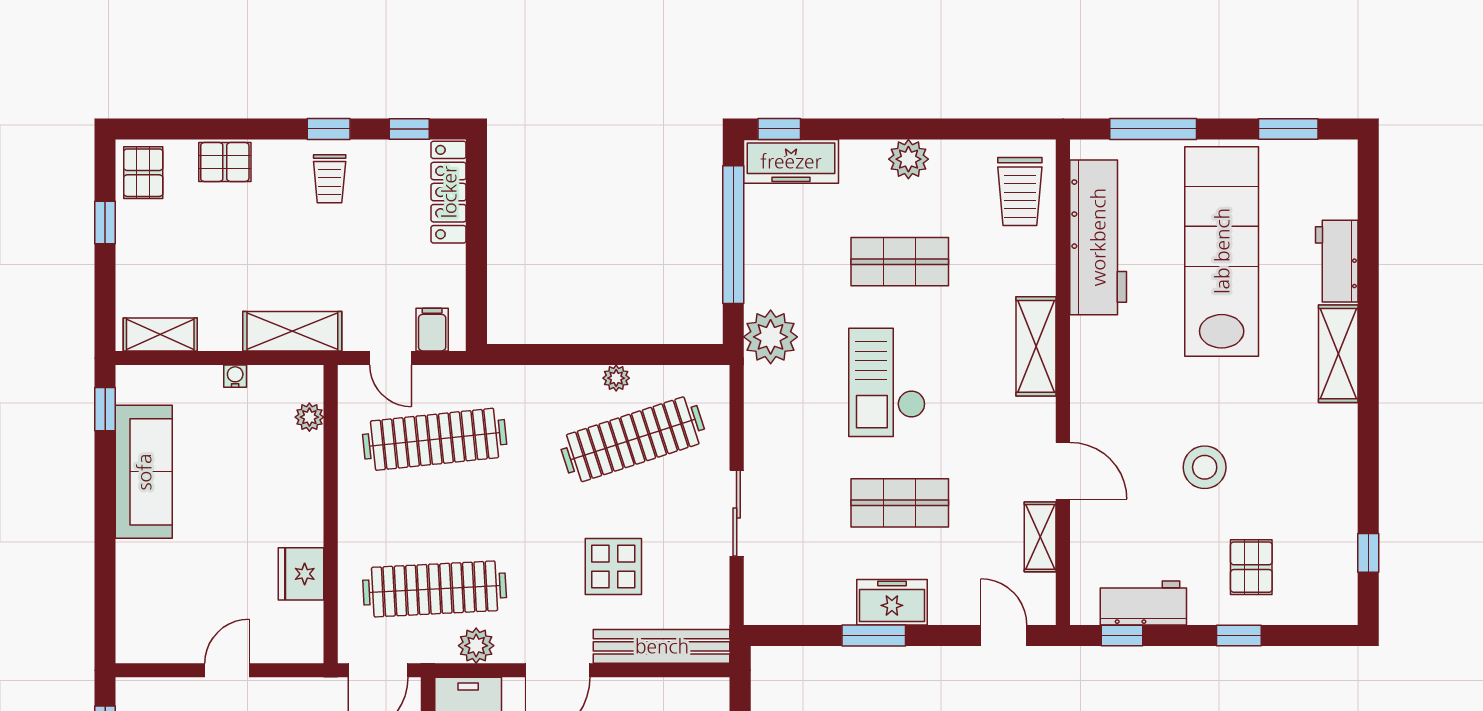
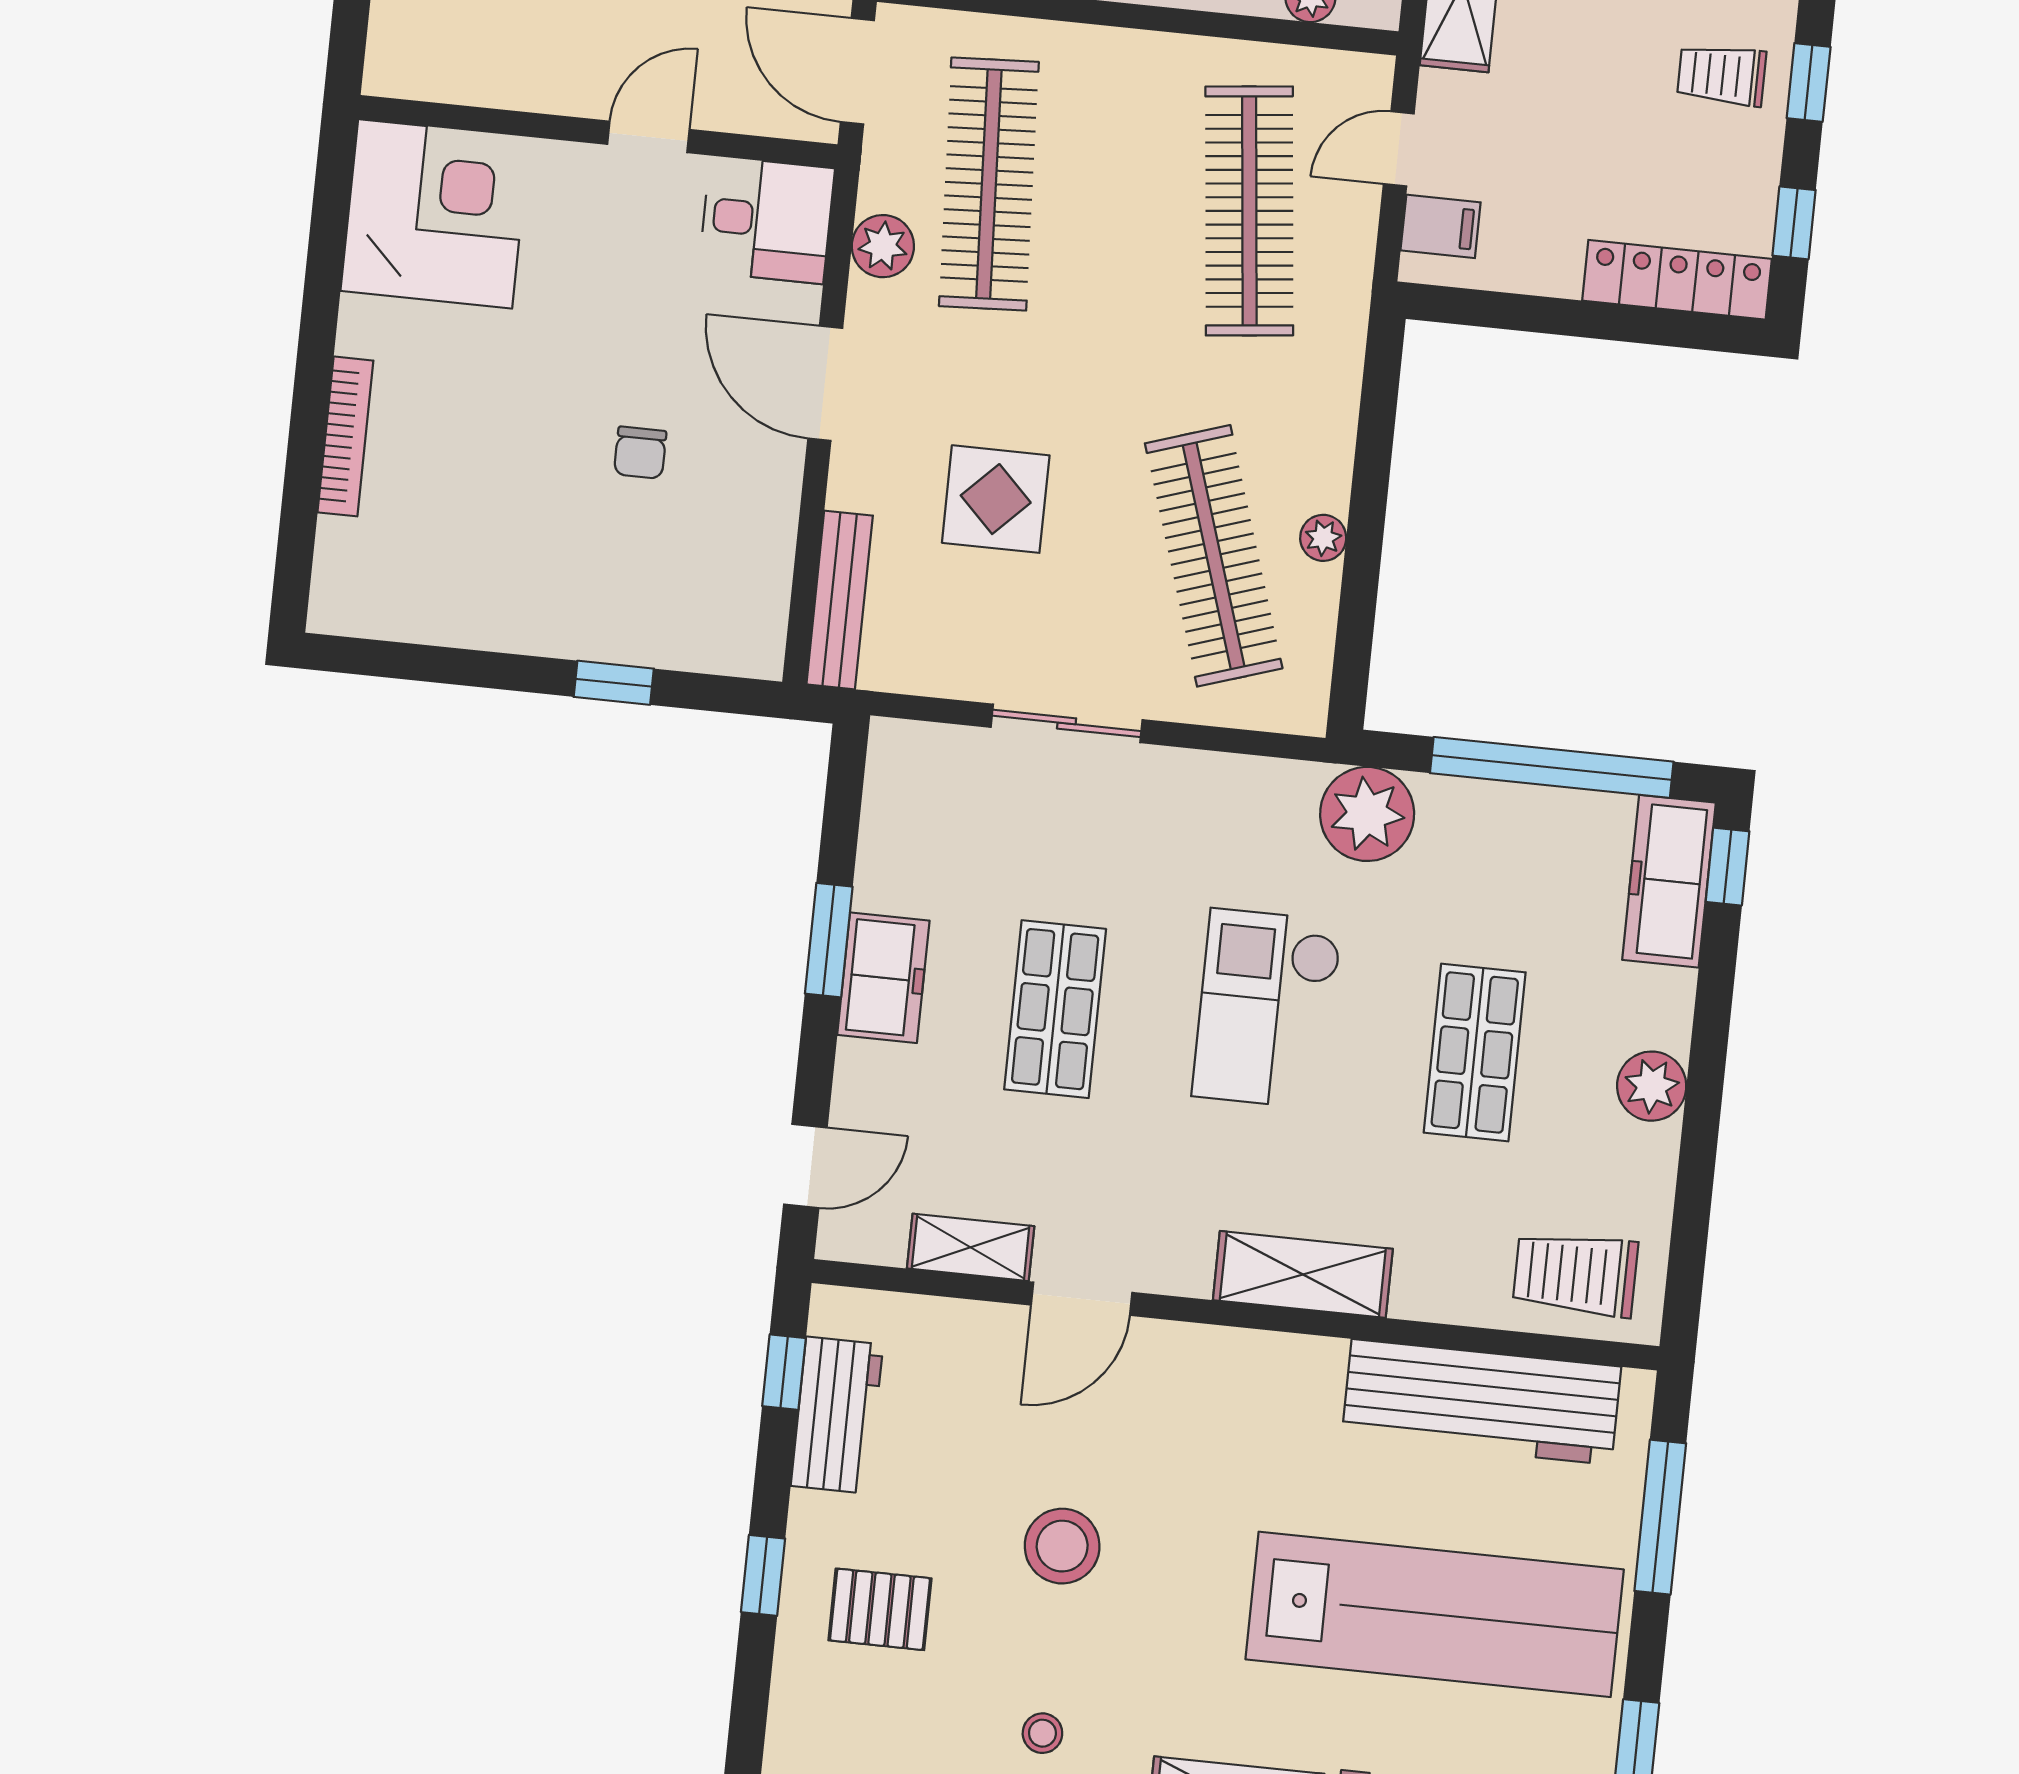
checkout: (887, 382) -> (1267, 1009), turned -90
stool: (1312, 467) -> (1042, 1733), added
bench: (662, 646) -> (840, 600), width x0.73, depth x0.82

